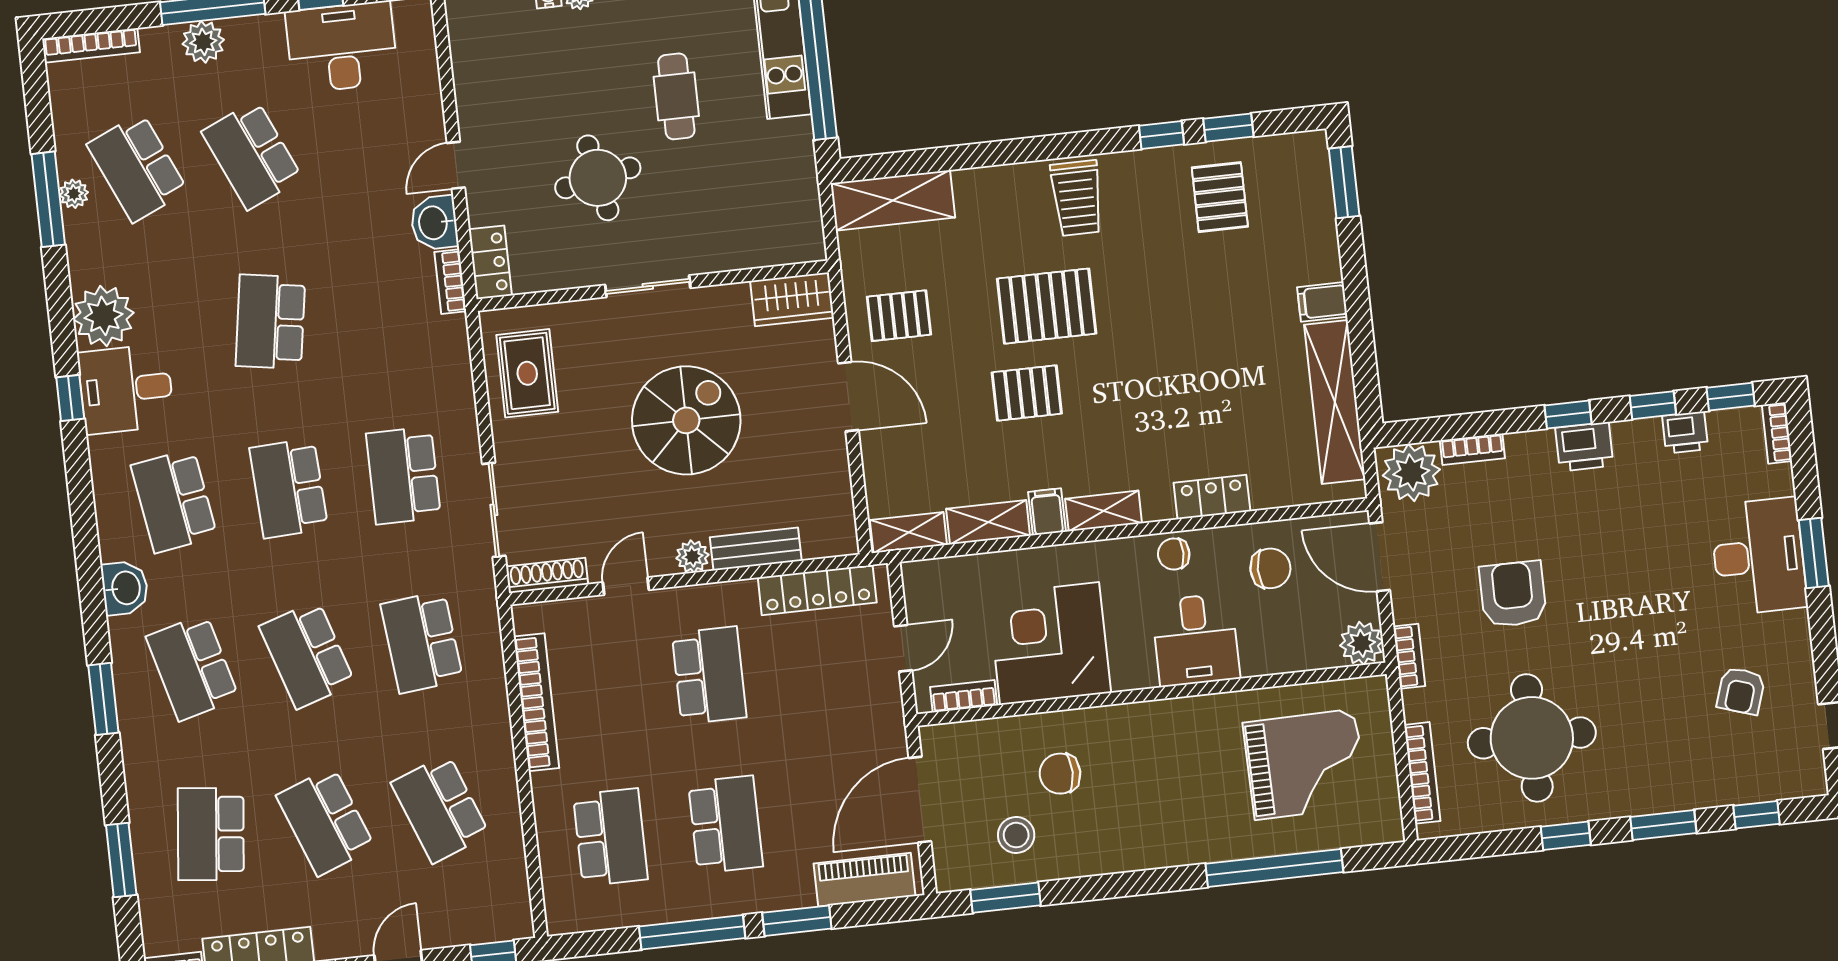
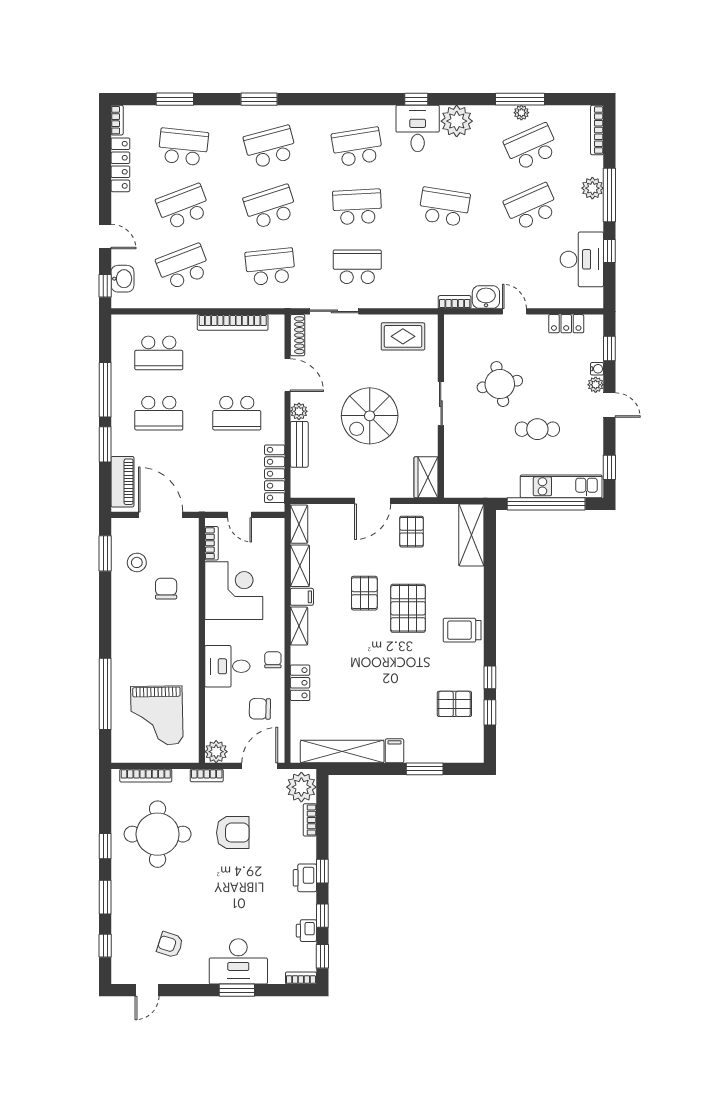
window: (1344, 182) -> (425, 769), moved
locker: (490, 262) -> (566, 324), moved
spiral stairs: (686, 420) -> (370, 416), turned 90
chair: (1270, 568) -> (260, 709), turned 91
door: (626, 586) -> (287, 375), width x1.37
washbasin: (125, 588) -> (122, 279), moved, turned -90

